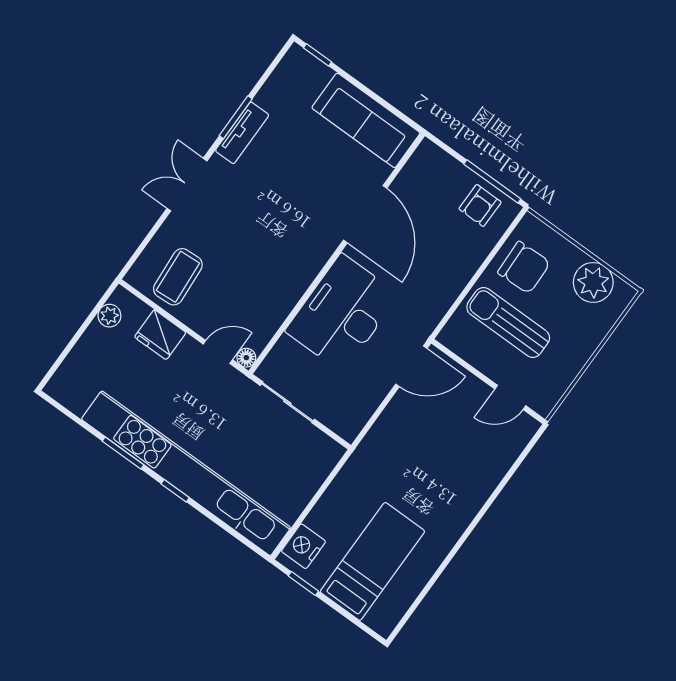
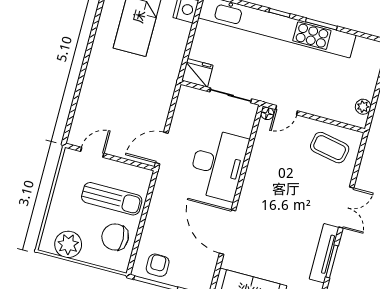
tv unit: (242, 133) -> (324, 253), width x1.41
coffee table: (178, 277) -> (330, 148), turned -75
fridge: (160, 335) -> (197, 73), moved

